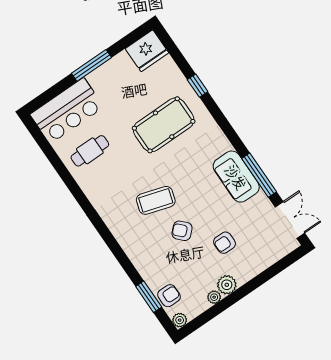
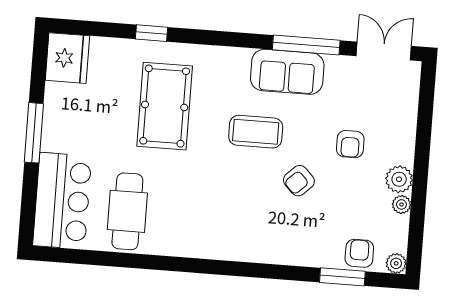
cafe table: (90, 151) -> (127, 211), width x1.37, depth x1.35
coffee table: (156, 200) -> (256, 132), moved, turned 73

